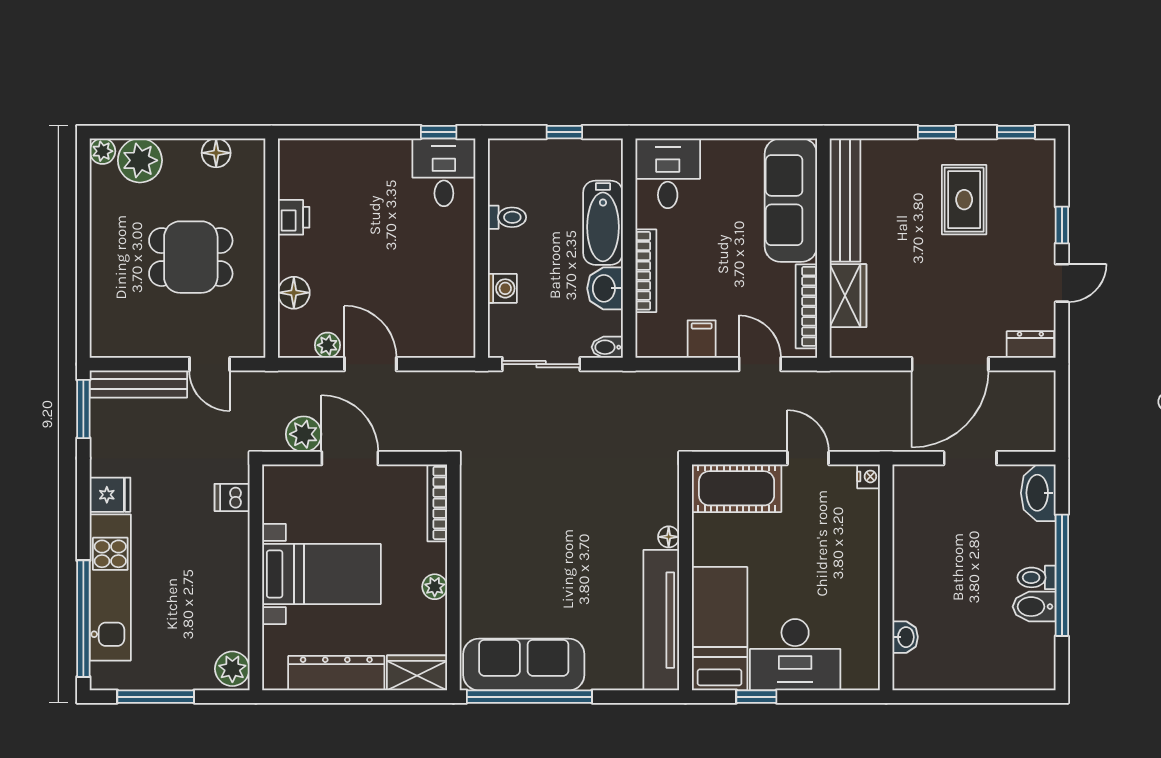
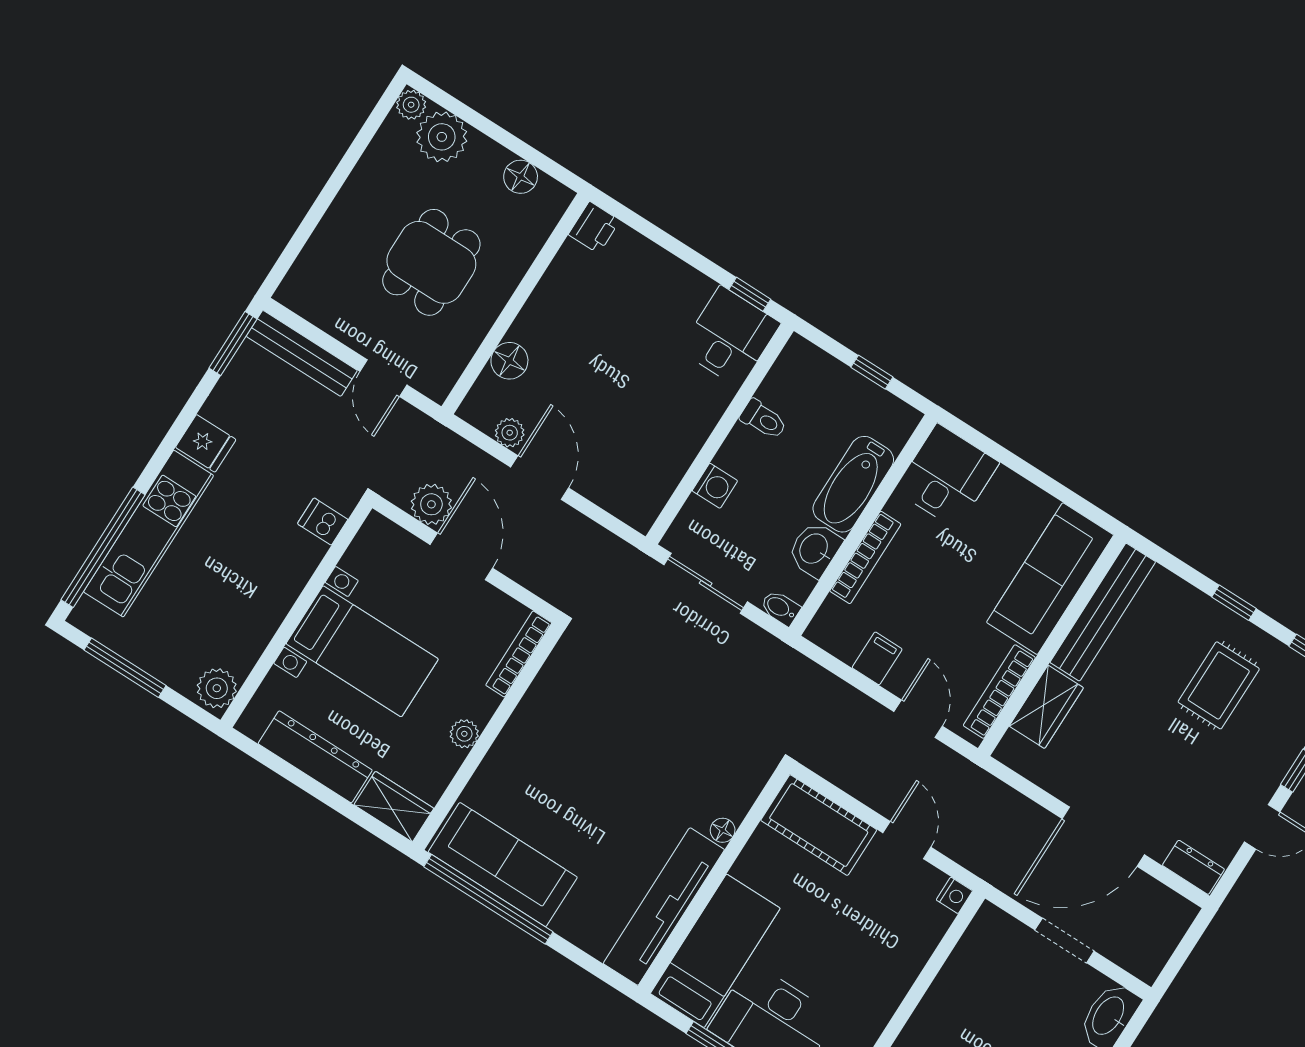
printer: (294, 217) -> (594, 228), moved
dining table: (191, 257) -> (431, 262), turned 90

